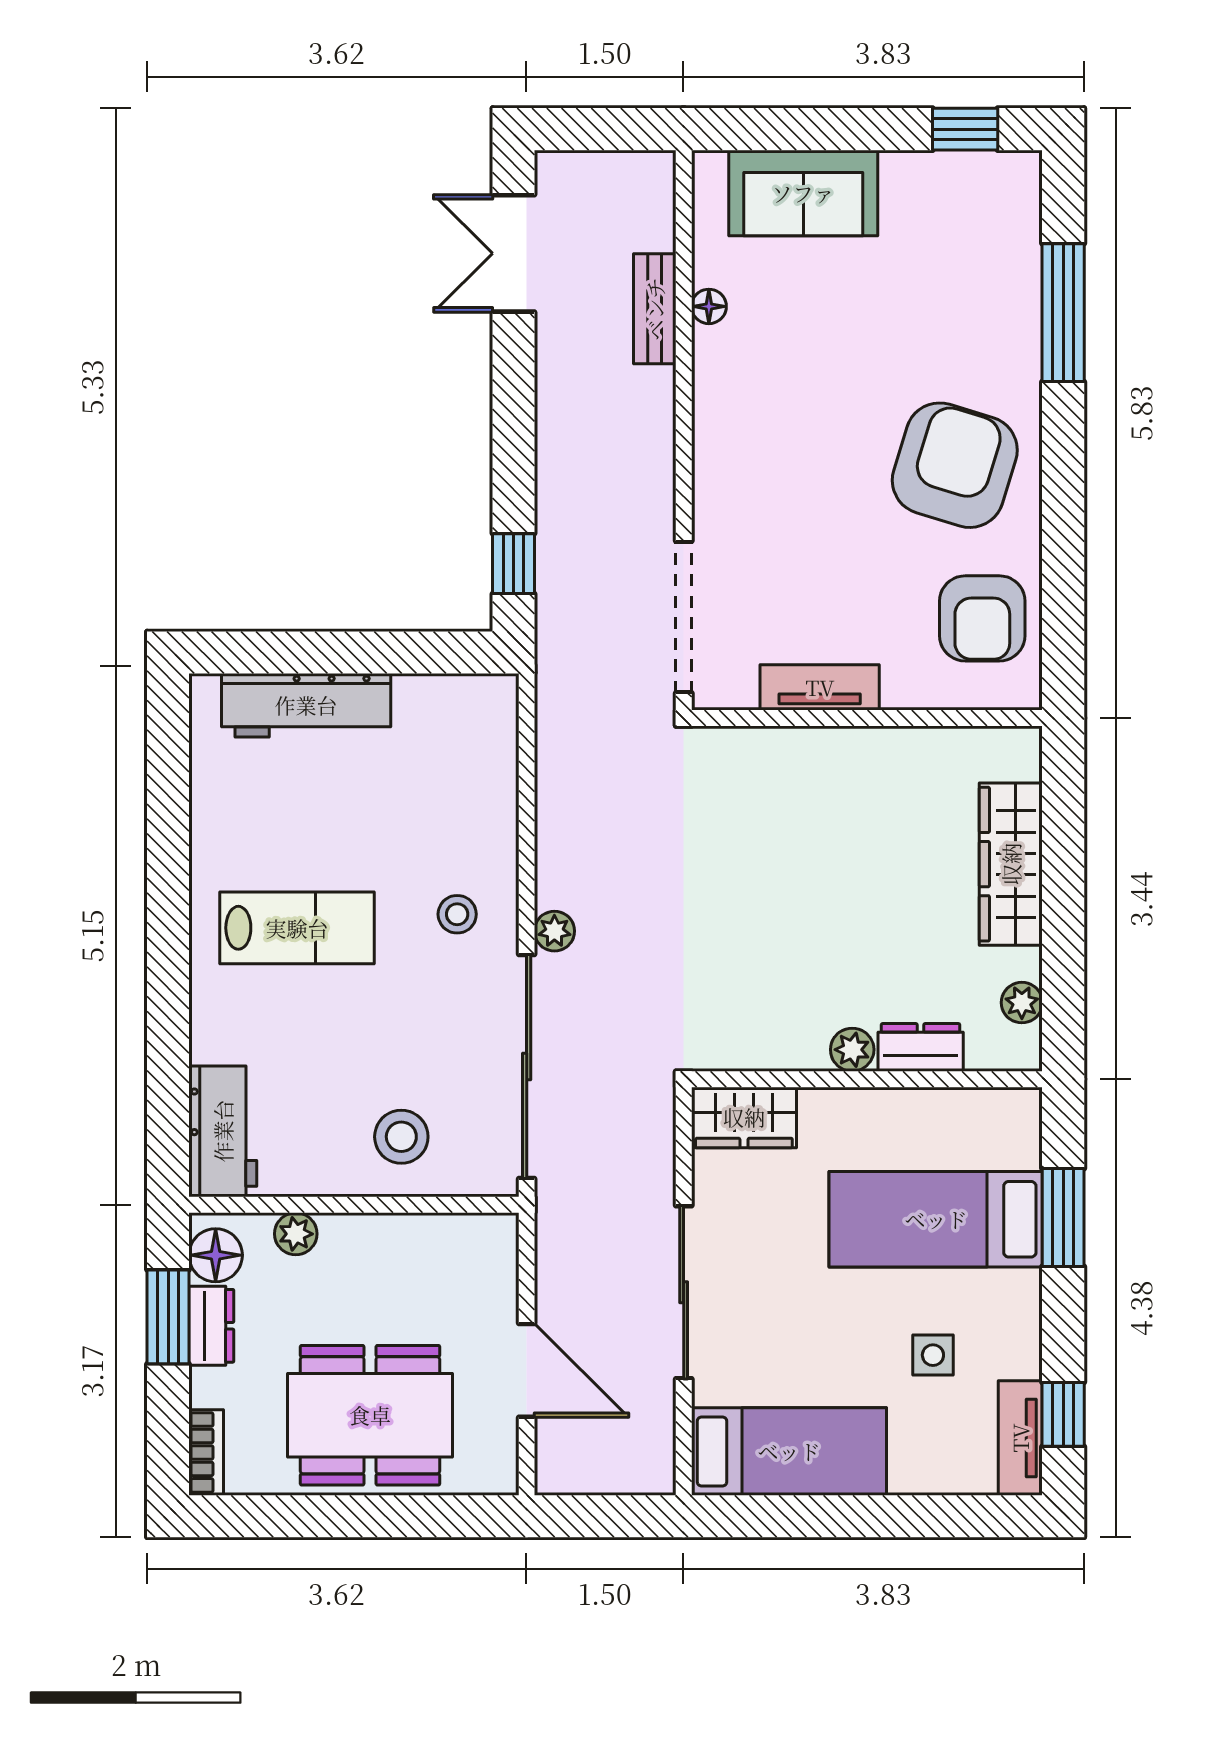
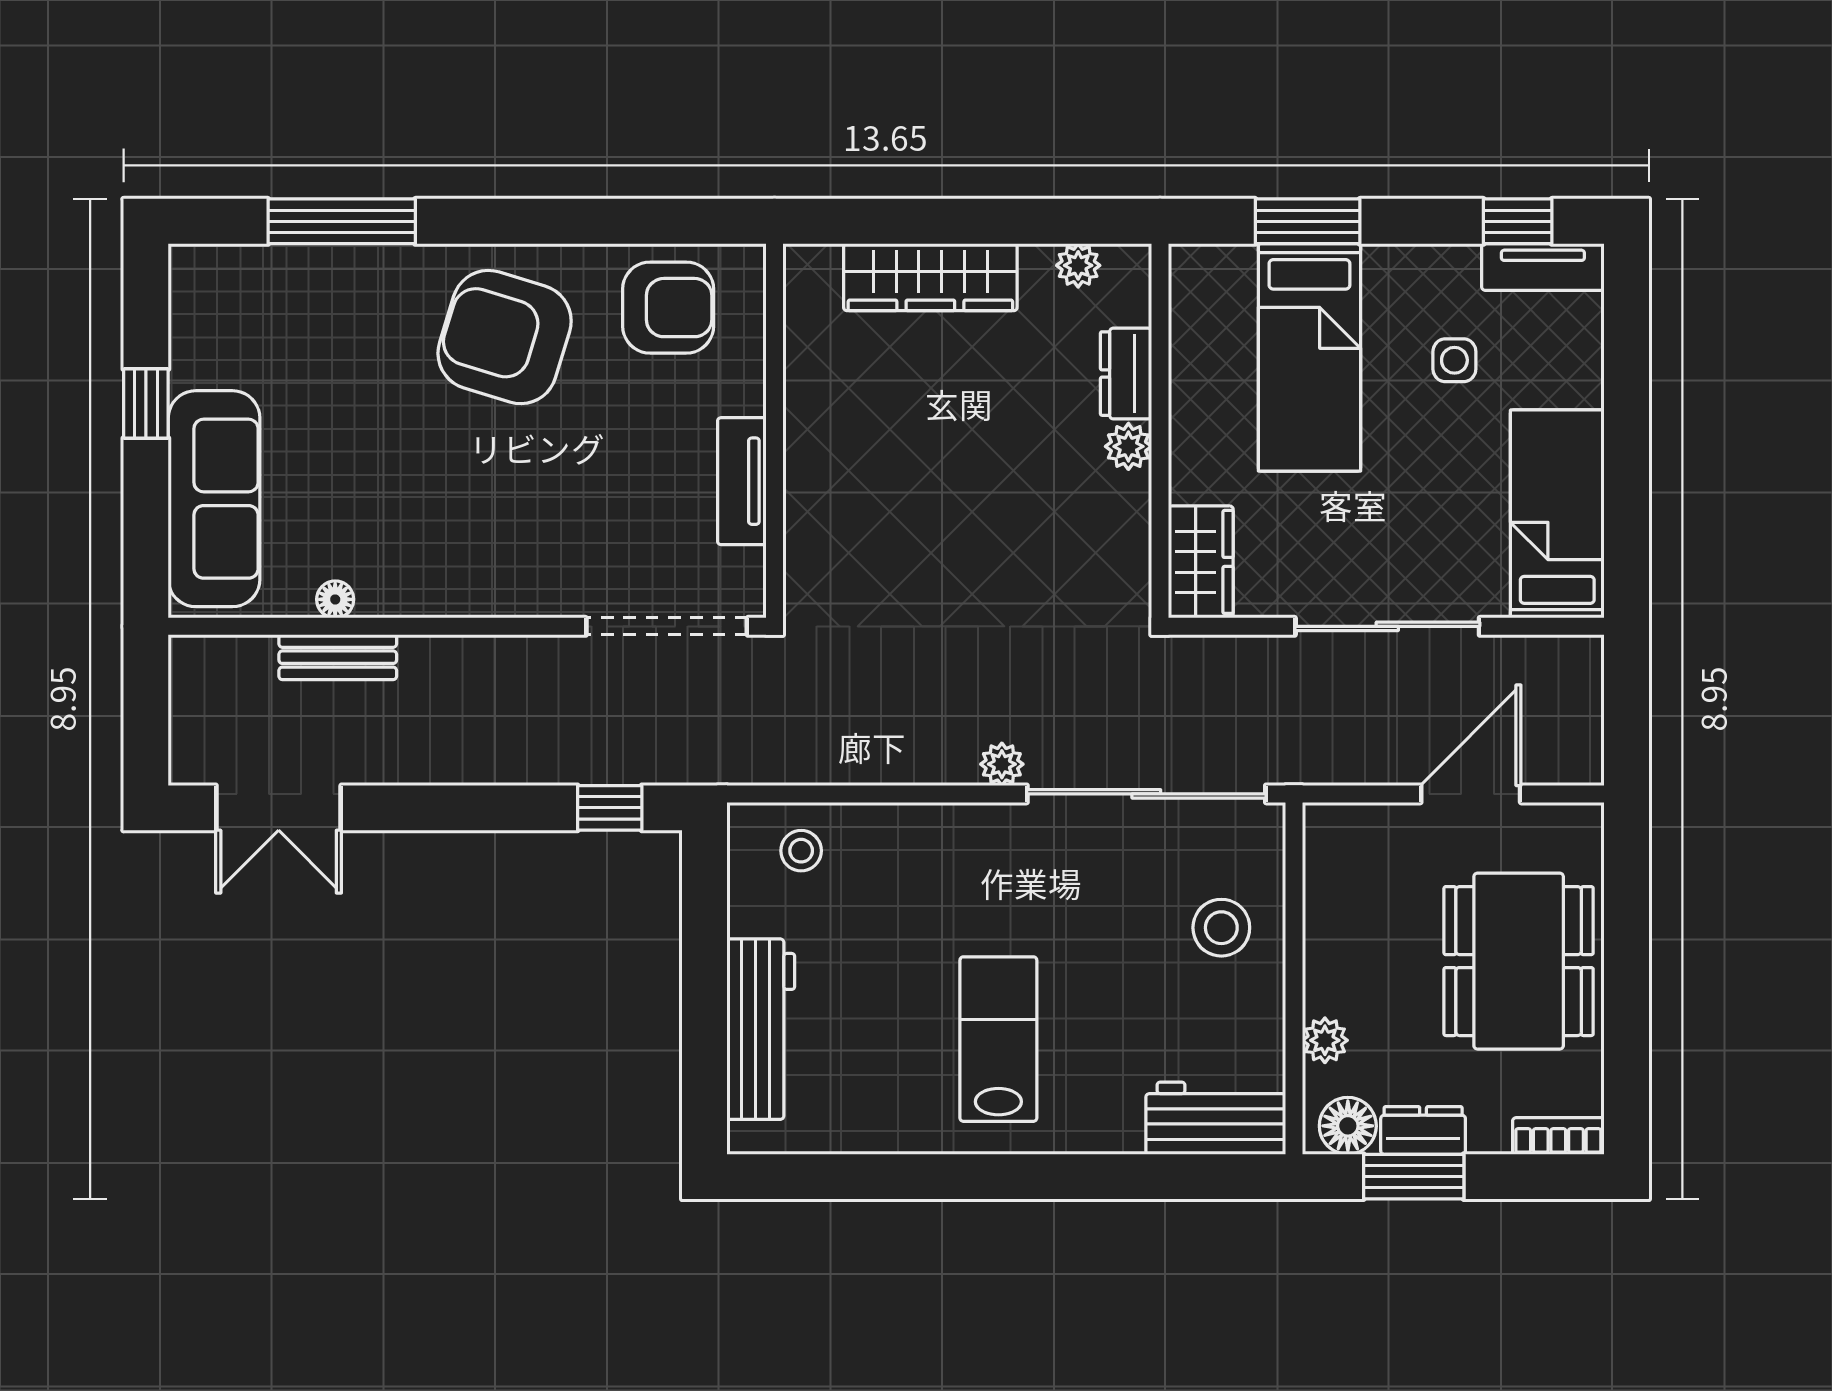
window: (965, 129) -> (146, 404), moved
sofa: (803, 193) -> (214, 499), width x1.36
stool: (457, 914) -> (801, 851), moved

